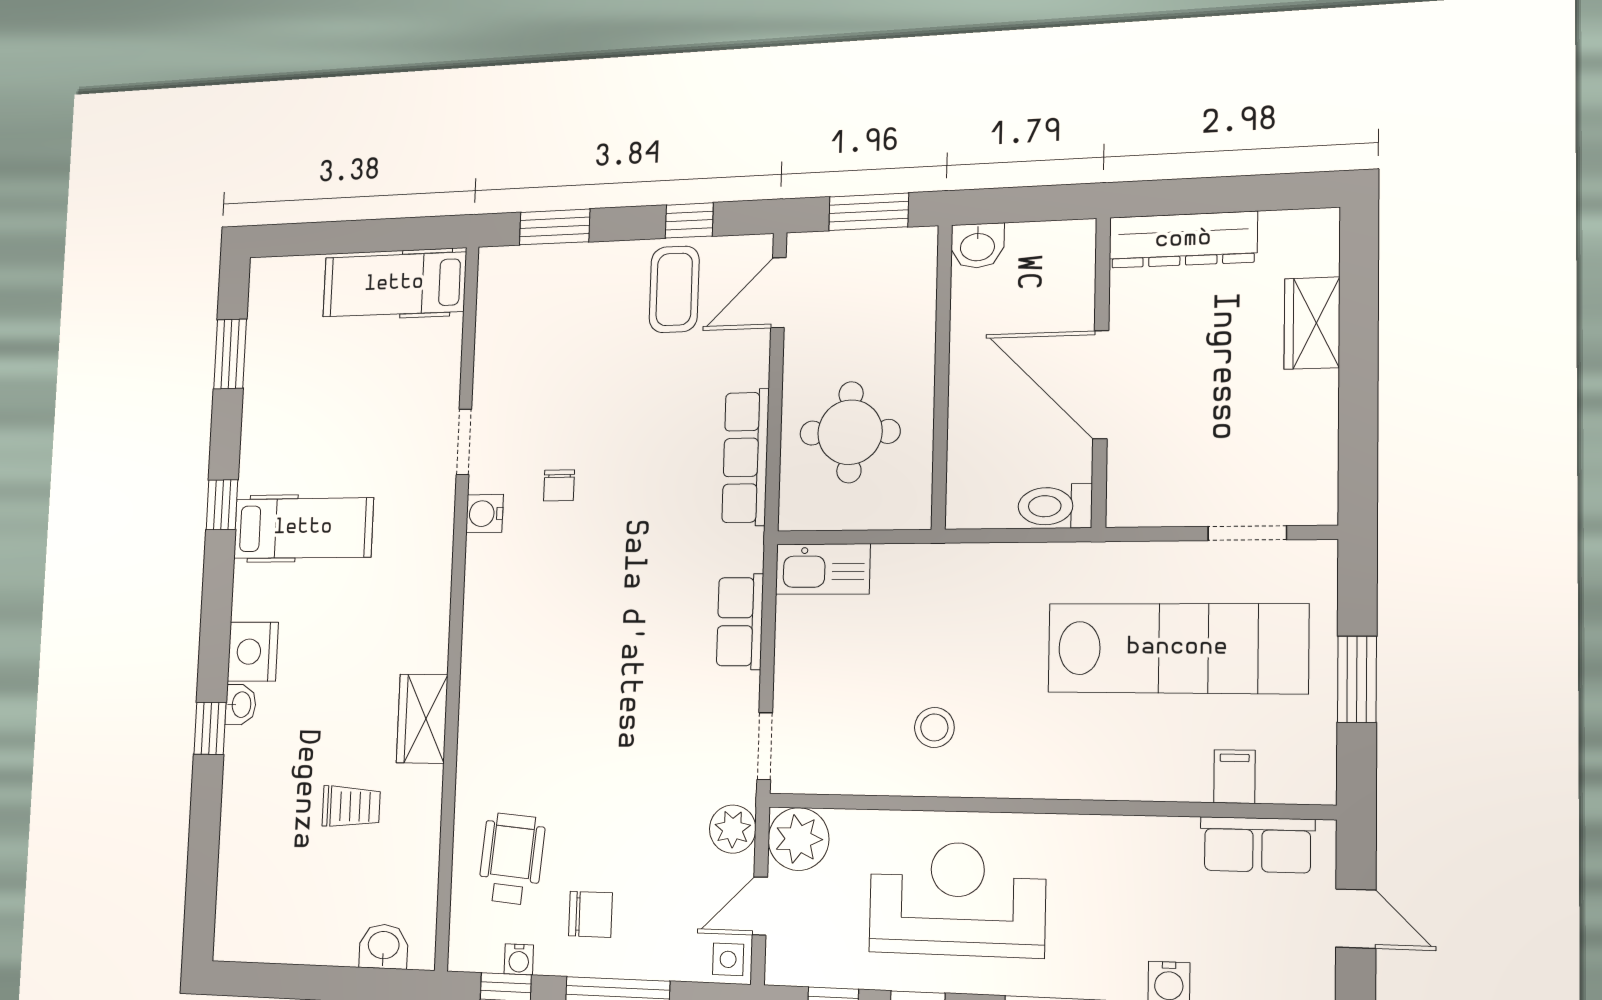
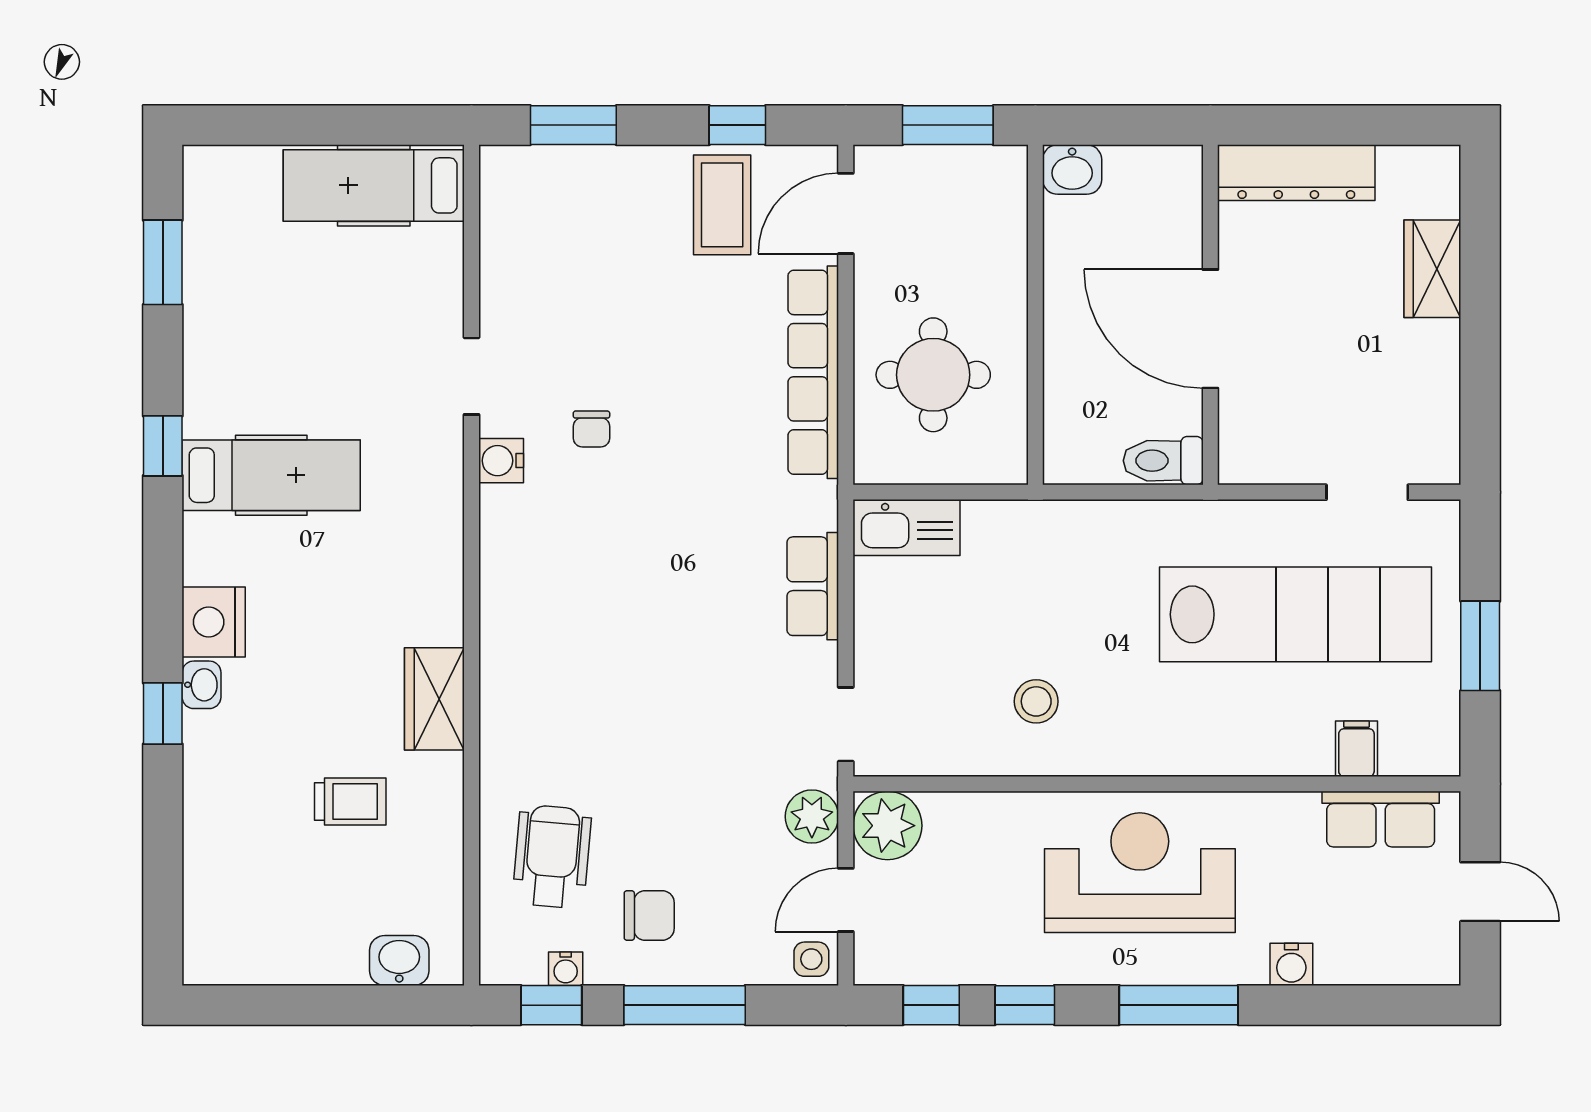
row of seats: (746, 457) -> (813, 372), width x1.36
reception desk: (957, 899) -> (1140, 873), moved

